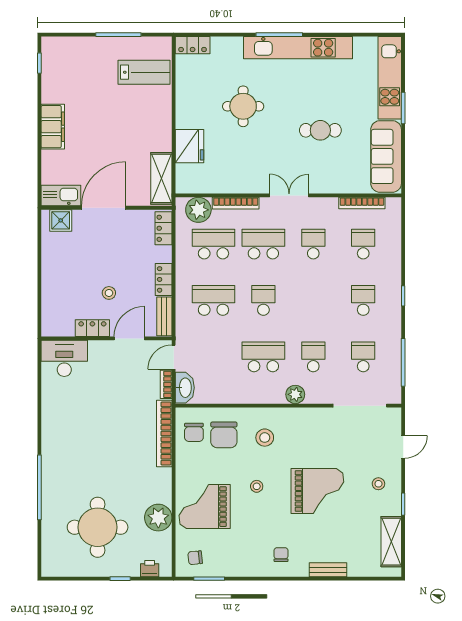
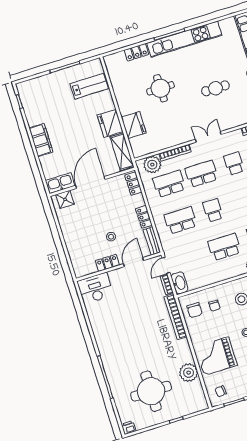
locker: (193, 45) -> (136, 52), moved
fridge: (157, 134) -> (110, 123), added
chair: (224, 435) -> (214, 306), width x0.54, depth x0.54
printer: (150, 569) -> (129, 428), moved

